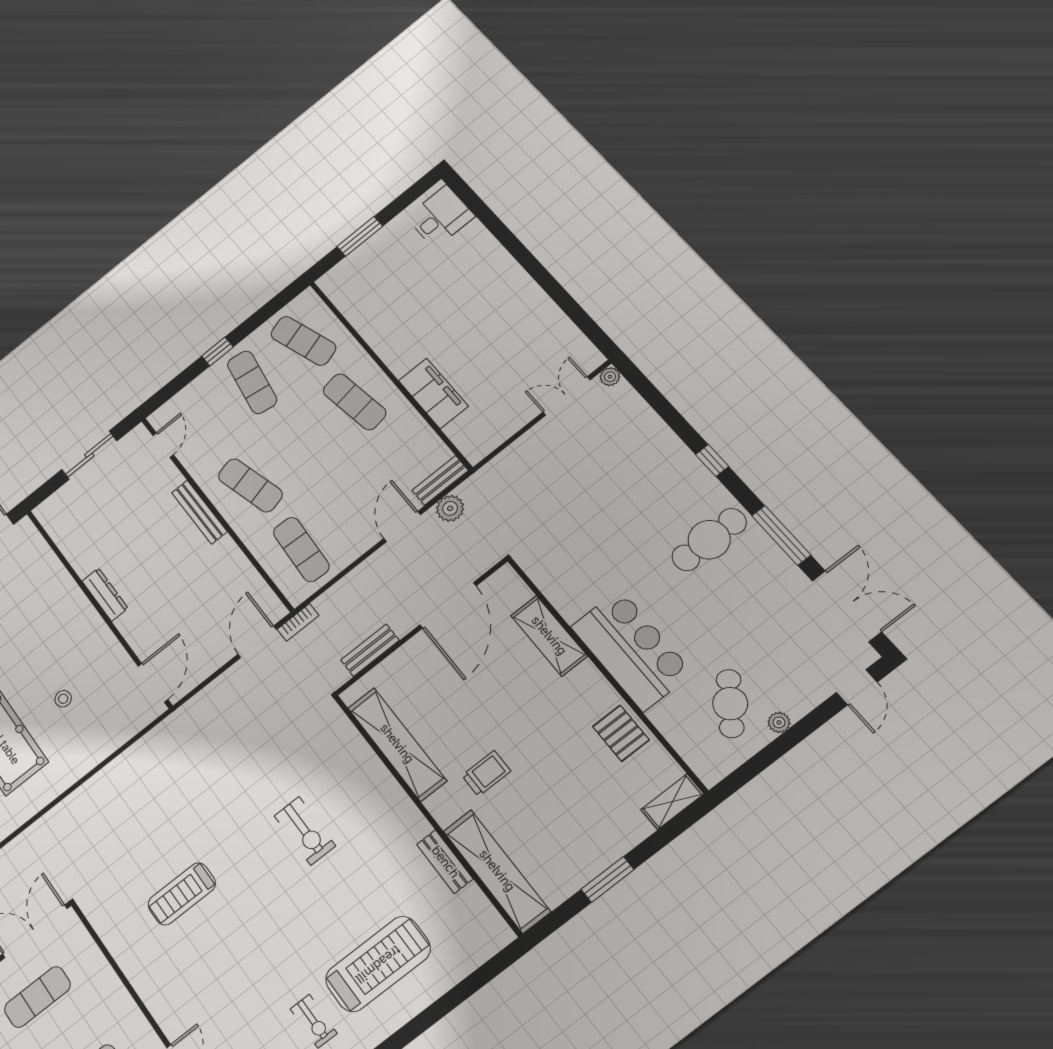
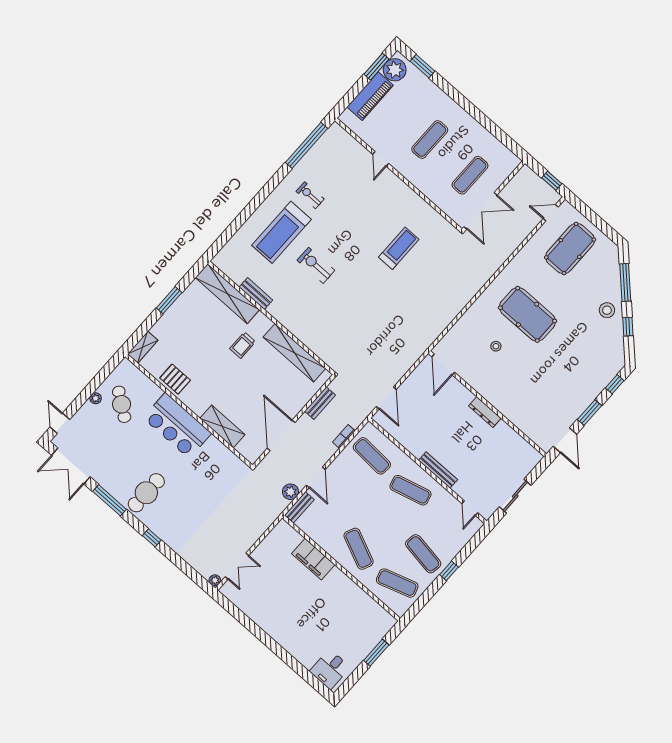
exercise mat: (355, 402) -> (359, 549), turned 33
bookcase: (298, 622) -> (344, 436), moved
exercise bike: (305, 831) -> (316, 265), moved

